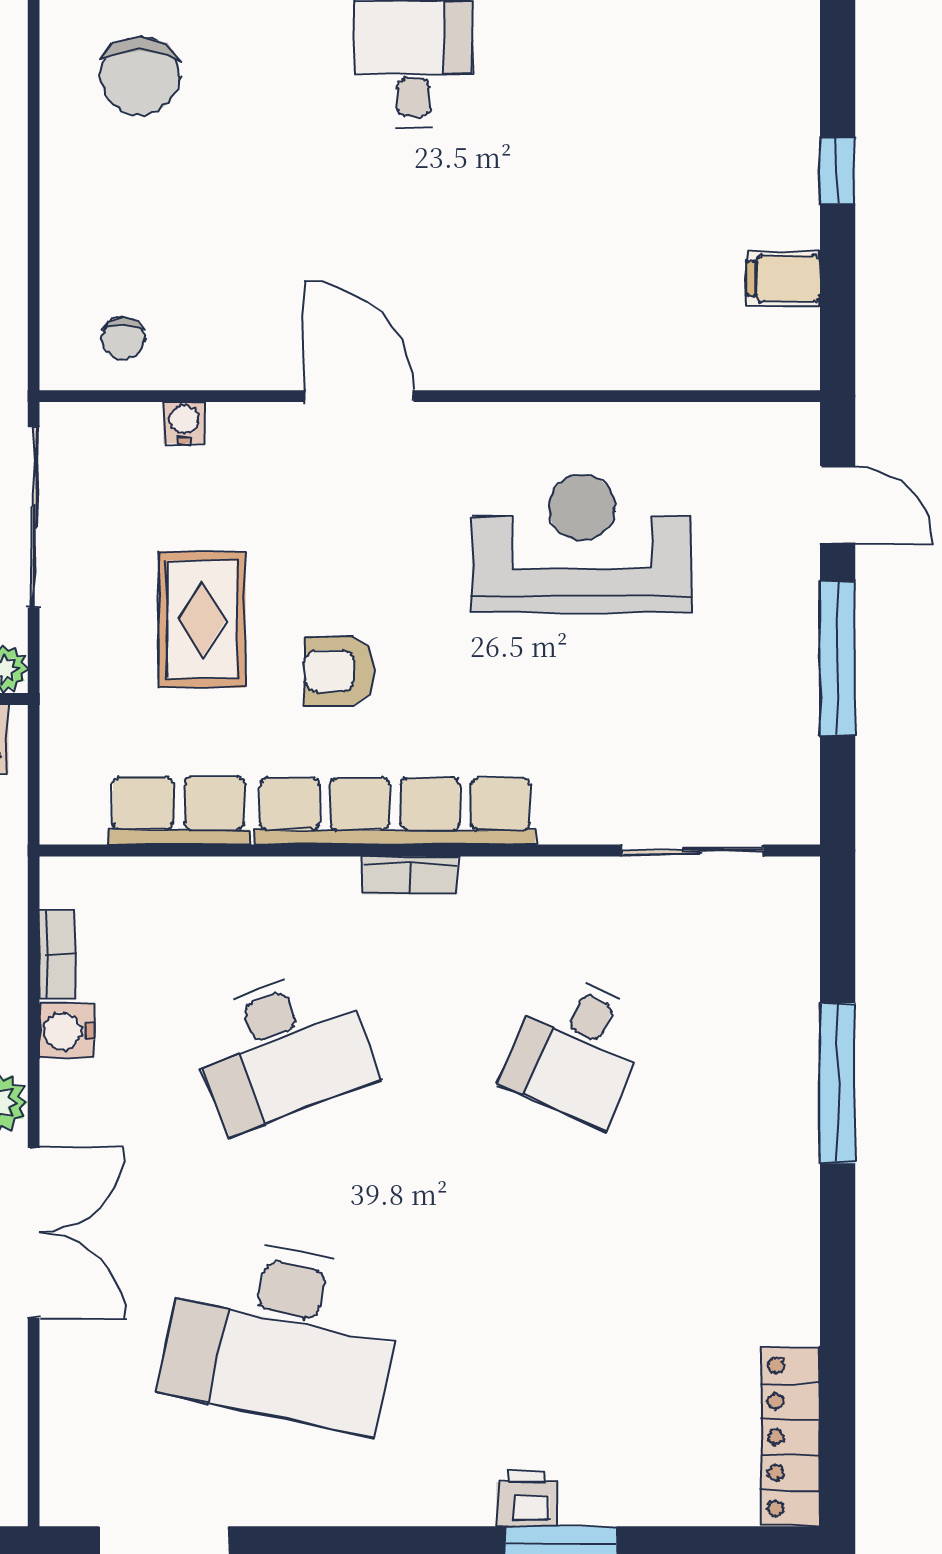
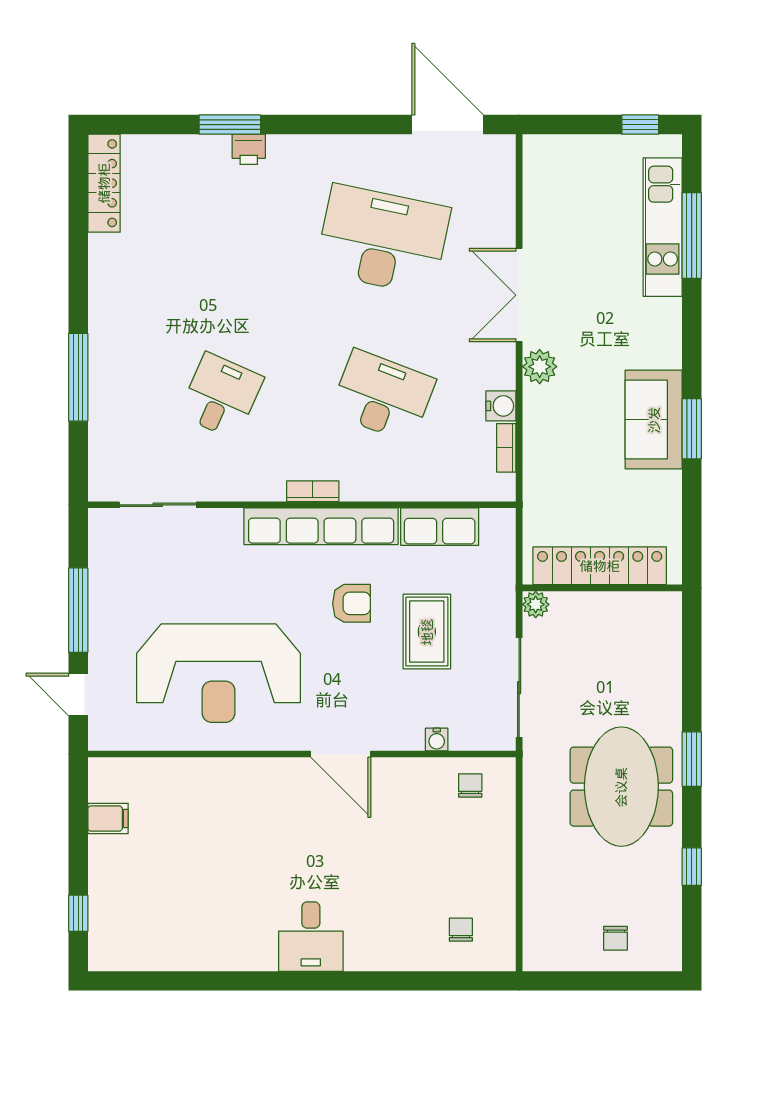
chair: (140, 76) -> (461, 930), width x0.54, depth x0.54
window: (838, 171) -> (78, 913), moved
reception desk: (582, 544) -> (219, 673), width x1.36, depth x1.30
desk: (282, 1049) -> (383, 396), turned 42

